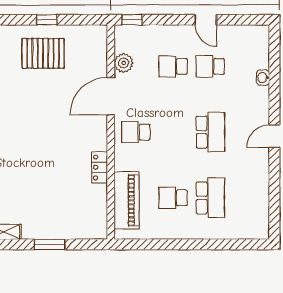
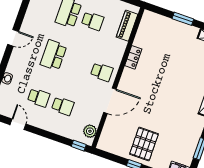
door: (206, 20) -> (18, 124), moved
pallet: (43, 53) -> (144, 144), turned 90
plant: (124, 63) -> (90, 131), moved
piano: (127, 200) -> (127, 26), width x0.73, depth x0.75

